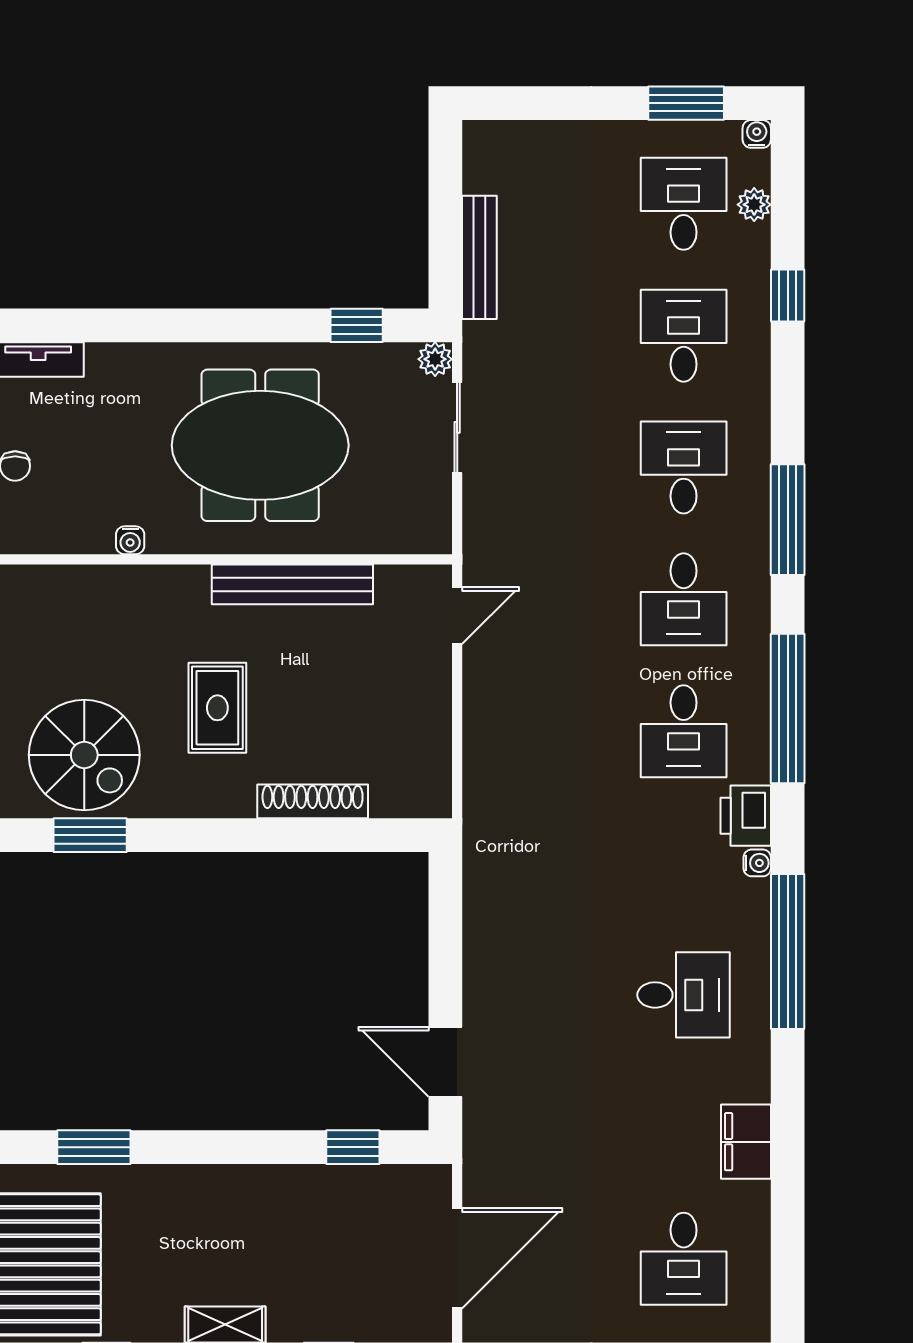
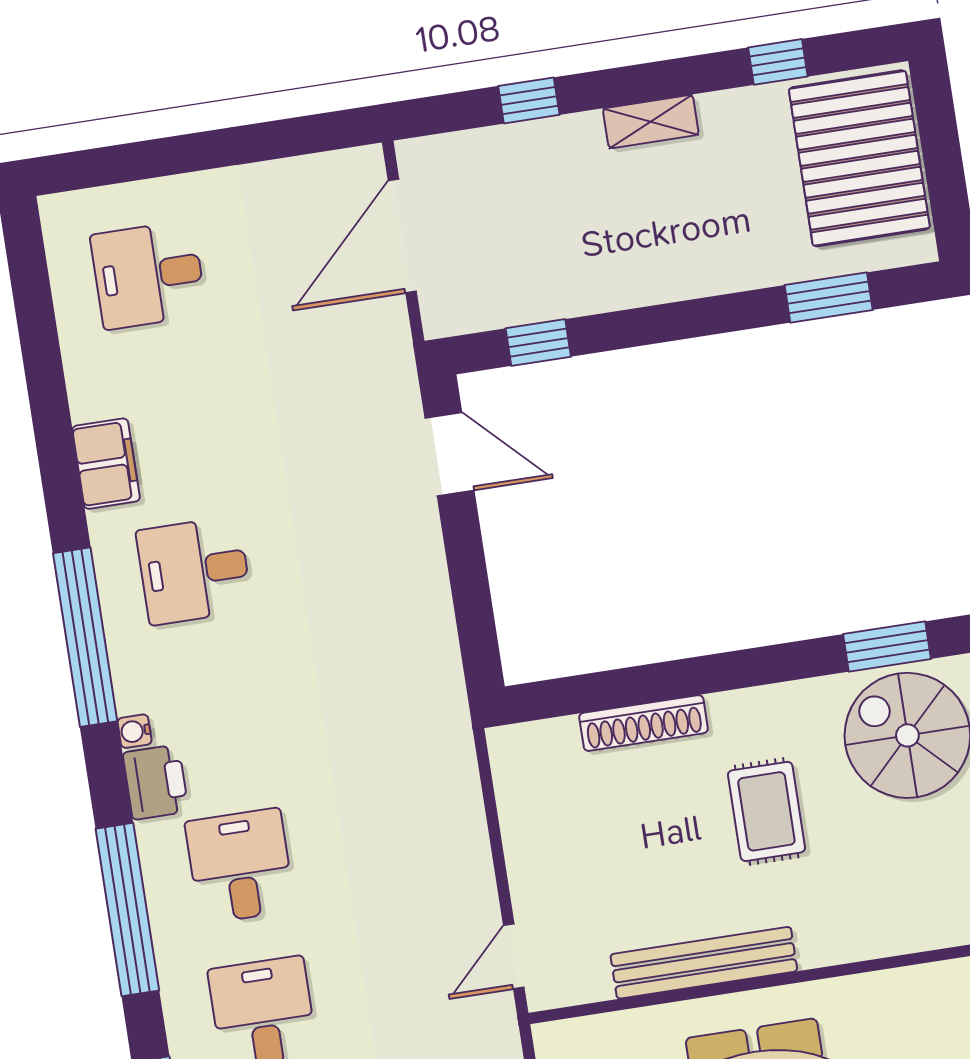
water cooler: (130, 540) -> (893, 984), removed
filing cabinet: (746, 1142) -> (106, 464), moved
desk: (684, 1259) -> (148, 275), turned -90

